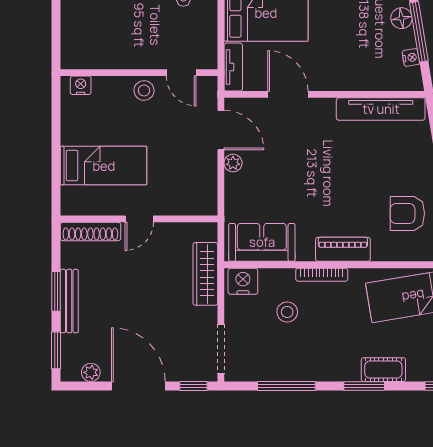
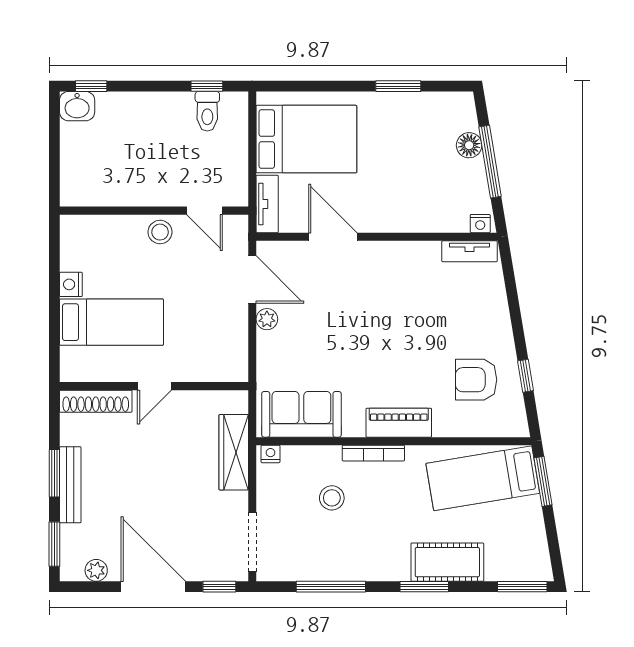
nightstand: (411, 57) -> (480, 224), moved, turned 99
nightstand: (81, 85) -> (71, 284), moved, turned -90
tv unit: (381, 109) -> (470, 251), width x0.52, depth x0.78
nightstand: (243, 281) -> (270, 454), width x0.53, depth x0.56
cot: (383, 370) -> (447, 562), width x1.37, depth x1.34

